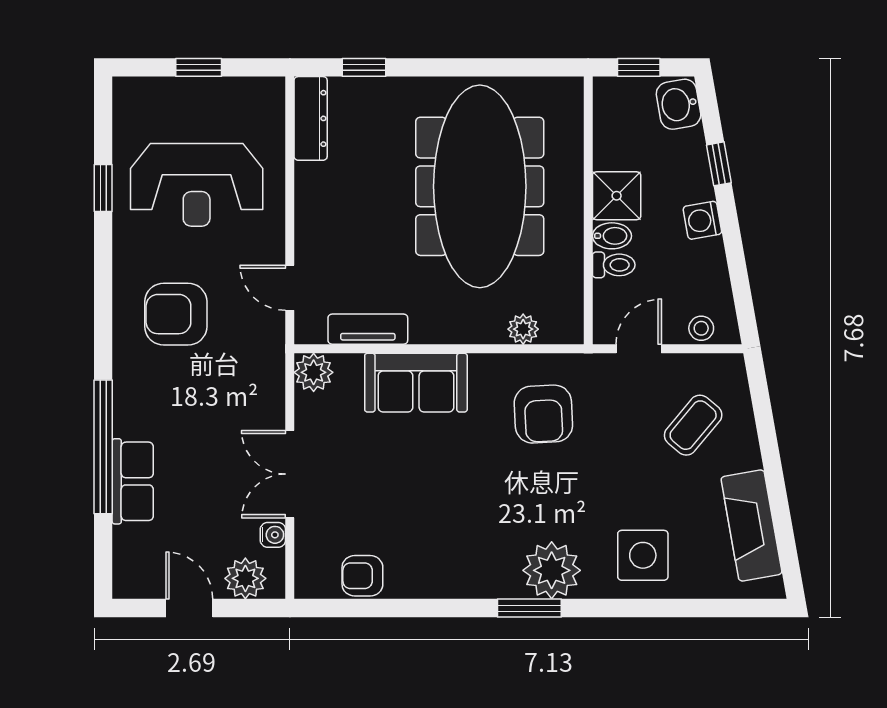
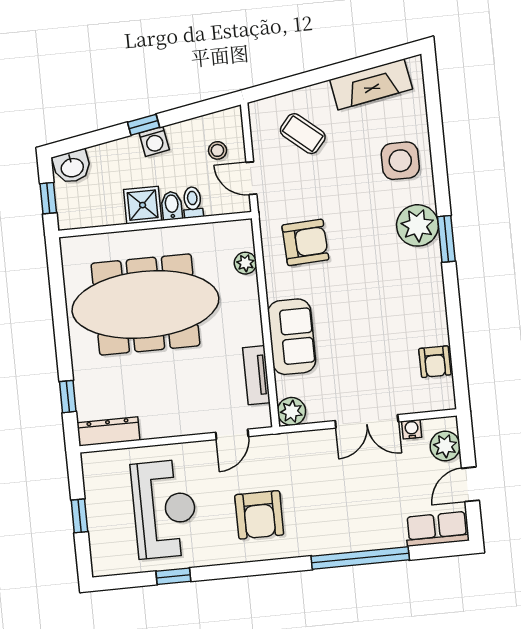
window: (719, 164) -> (144, 125), moved
stool: (701, 328) -> (217, 150), moved
row of seats: (133, 481) -> (437, 529), moved

